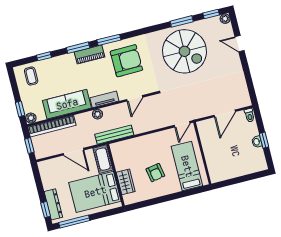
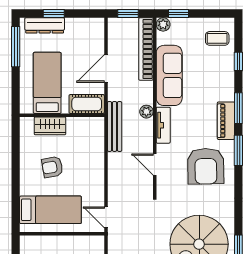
bed: (95, 192) -> (47, 83), width x0.67
window: (46, 210) -> (54, 14), moved

